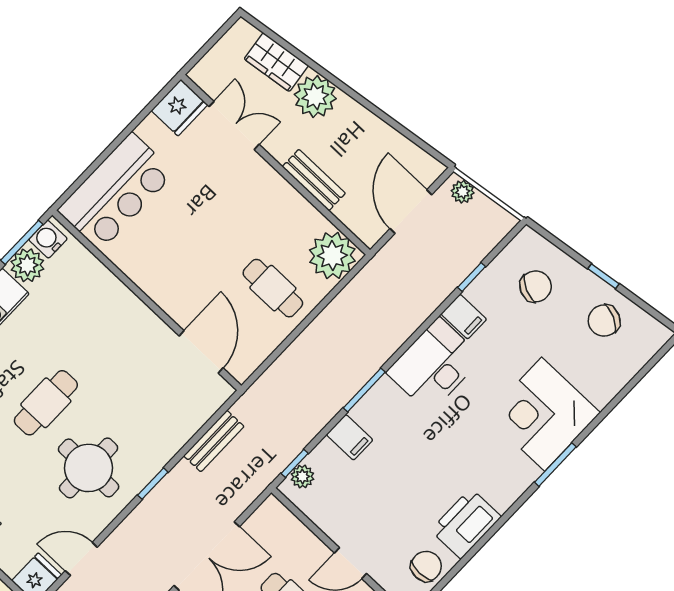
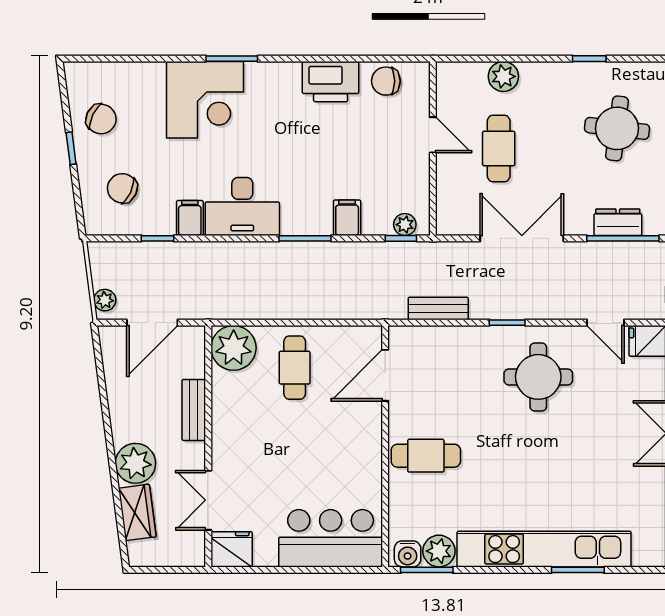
cafe table: (46, 403) -> (426, 456), moved

